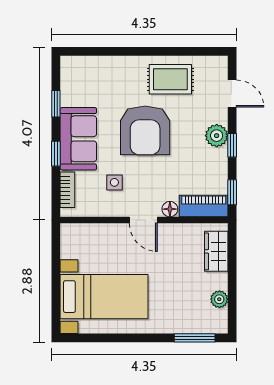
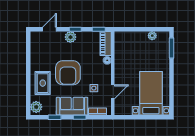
plant: (77, 67) -> (36, 107), added
rug: (170, 79) -> (43, 83), moved
armchair: (145, 130) -> (68, 73), turned 90
door: (143, 220) -> (113, 92), moved
wardrobe: (216, 251) -> (128, 37), removed

